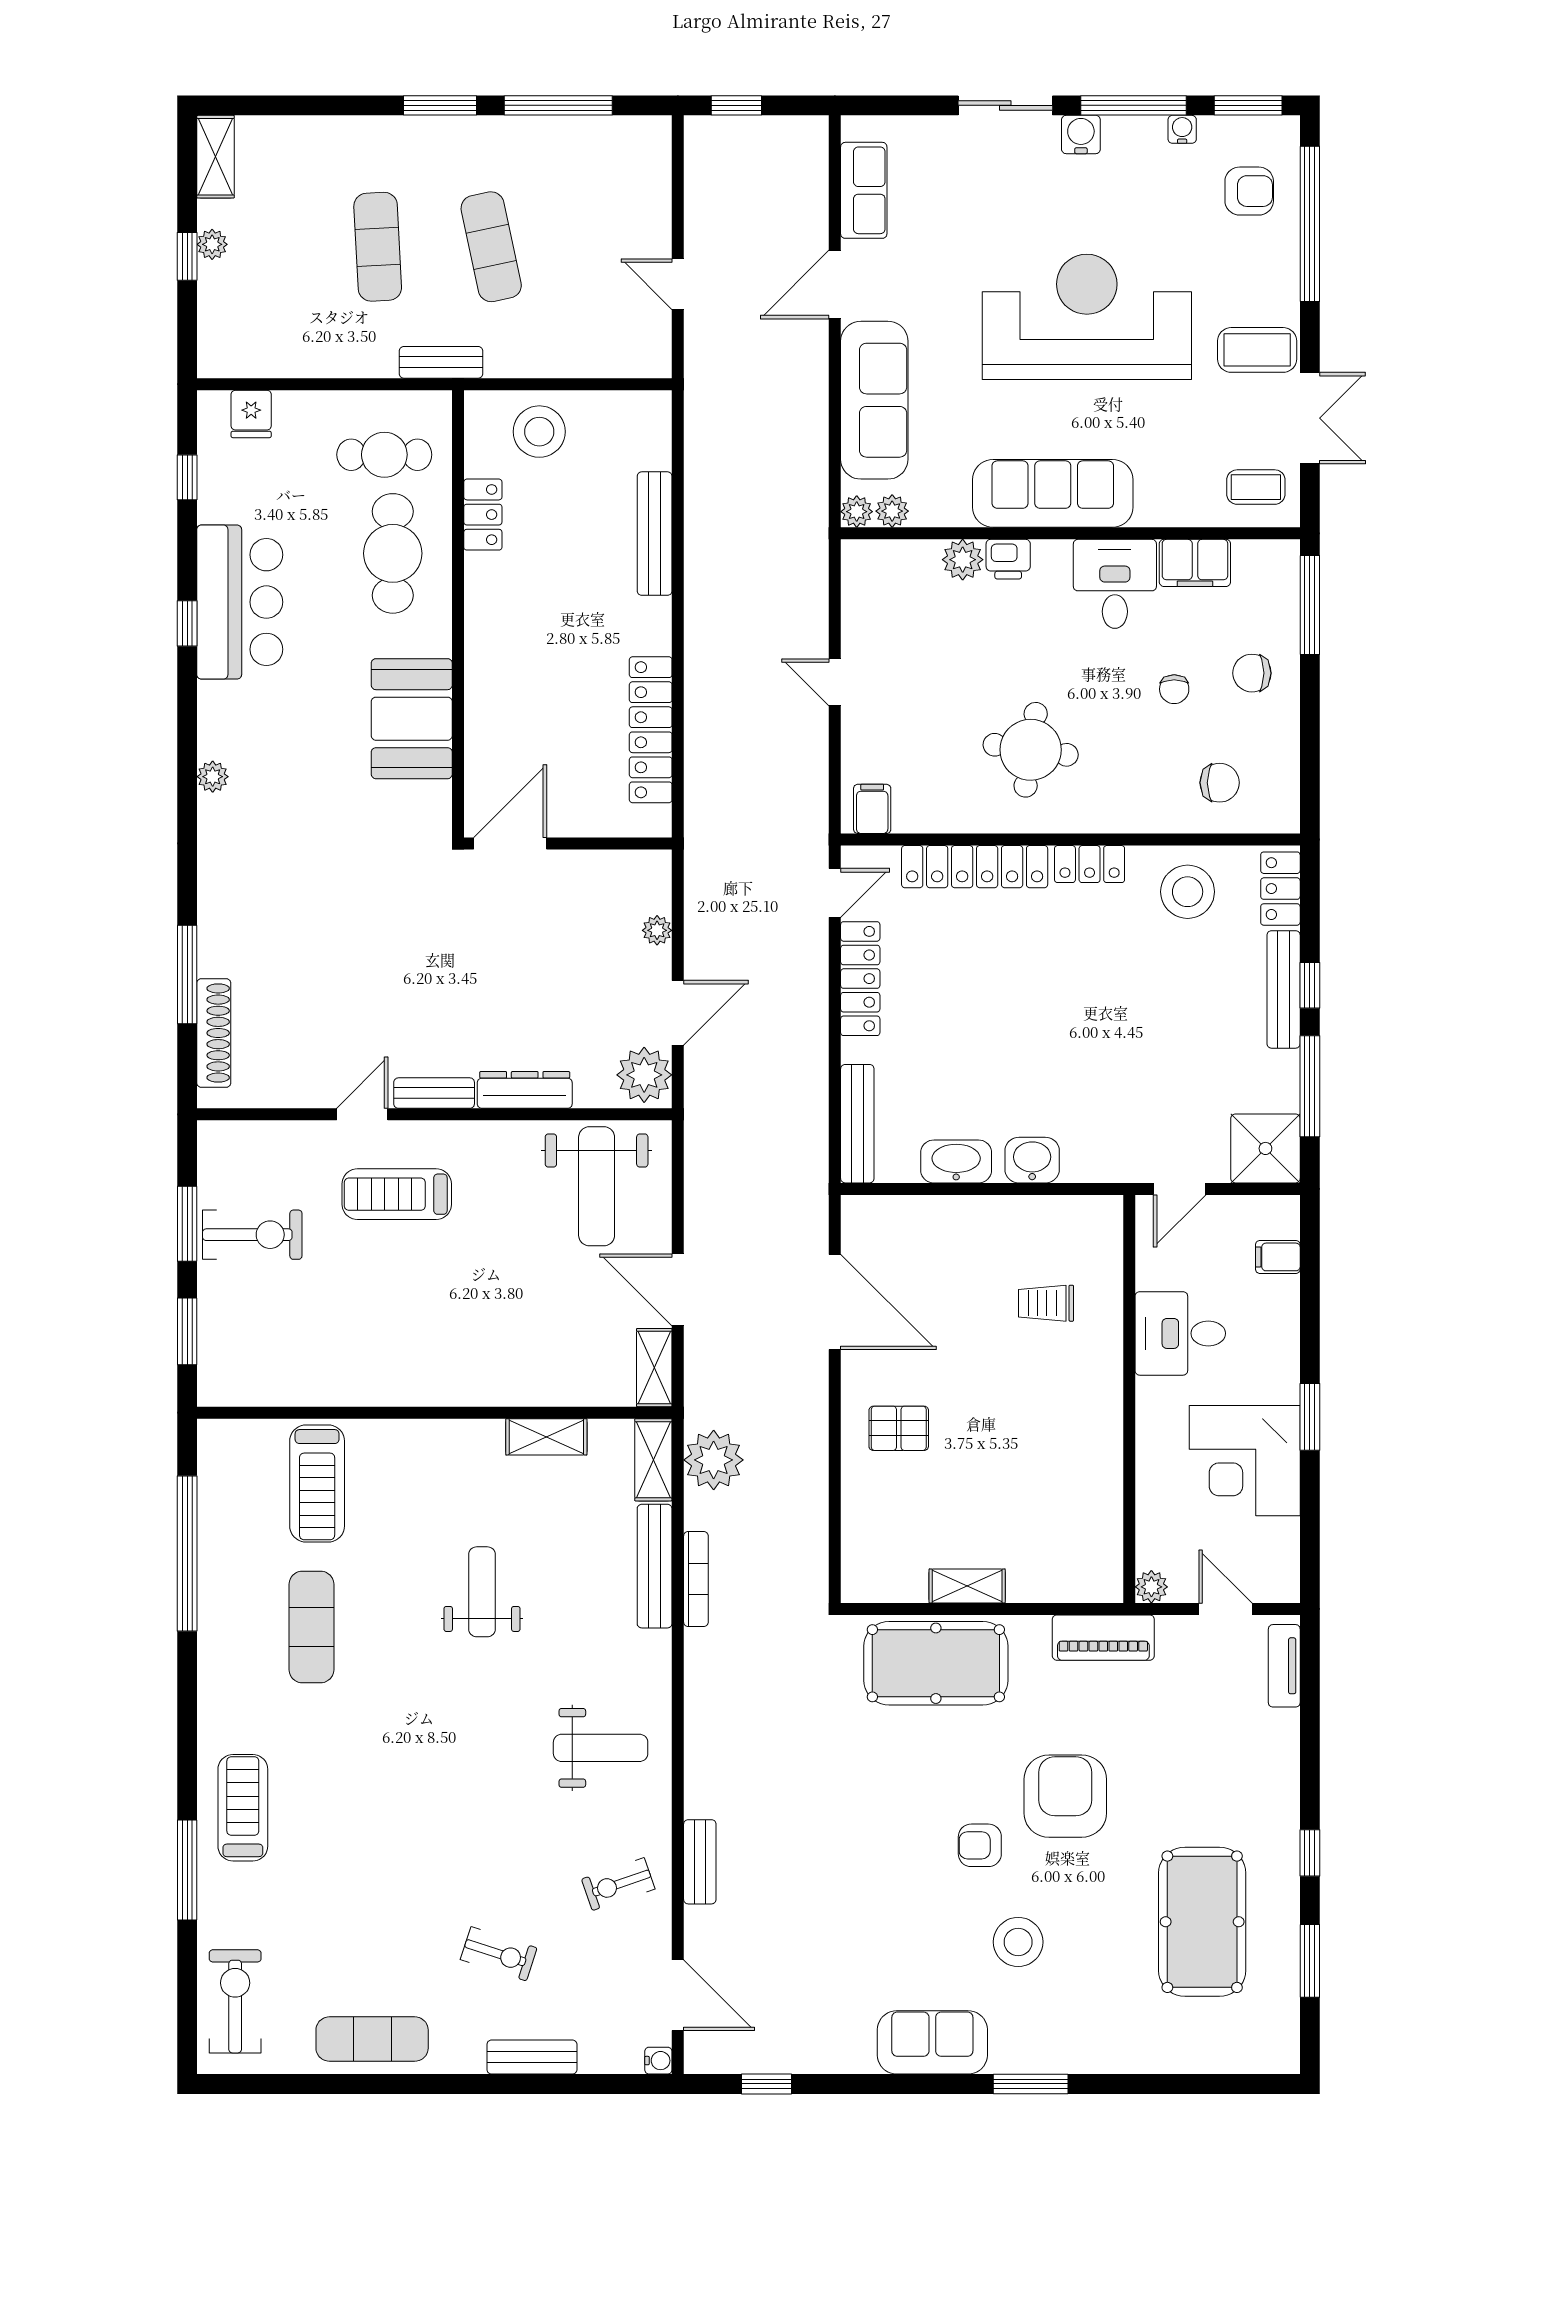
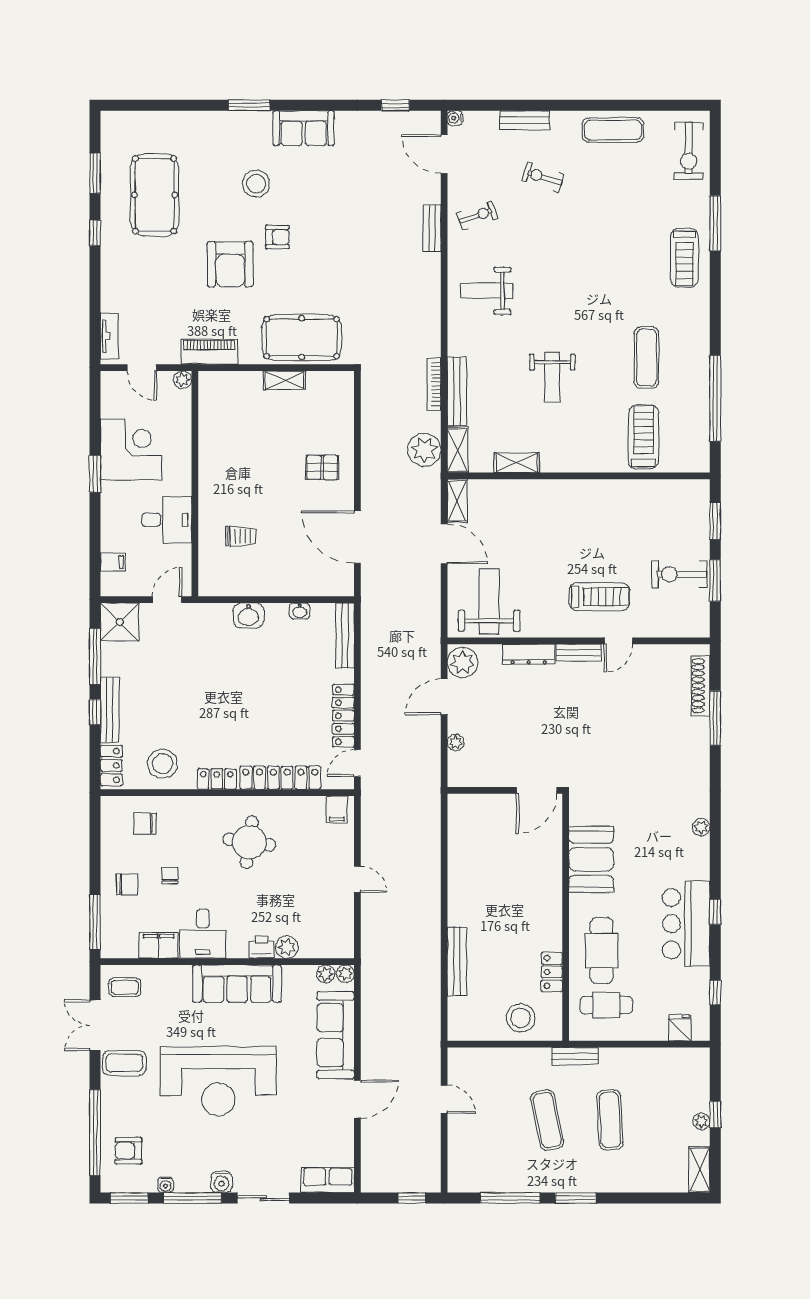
row of seats: (864, 190) -> (328, 1180), moved, turned 90
locker: (651, 730) -> (459, 853), removed
washbasin: (956, 1161) -> (300, 611), width x0.52, depth x0.69

